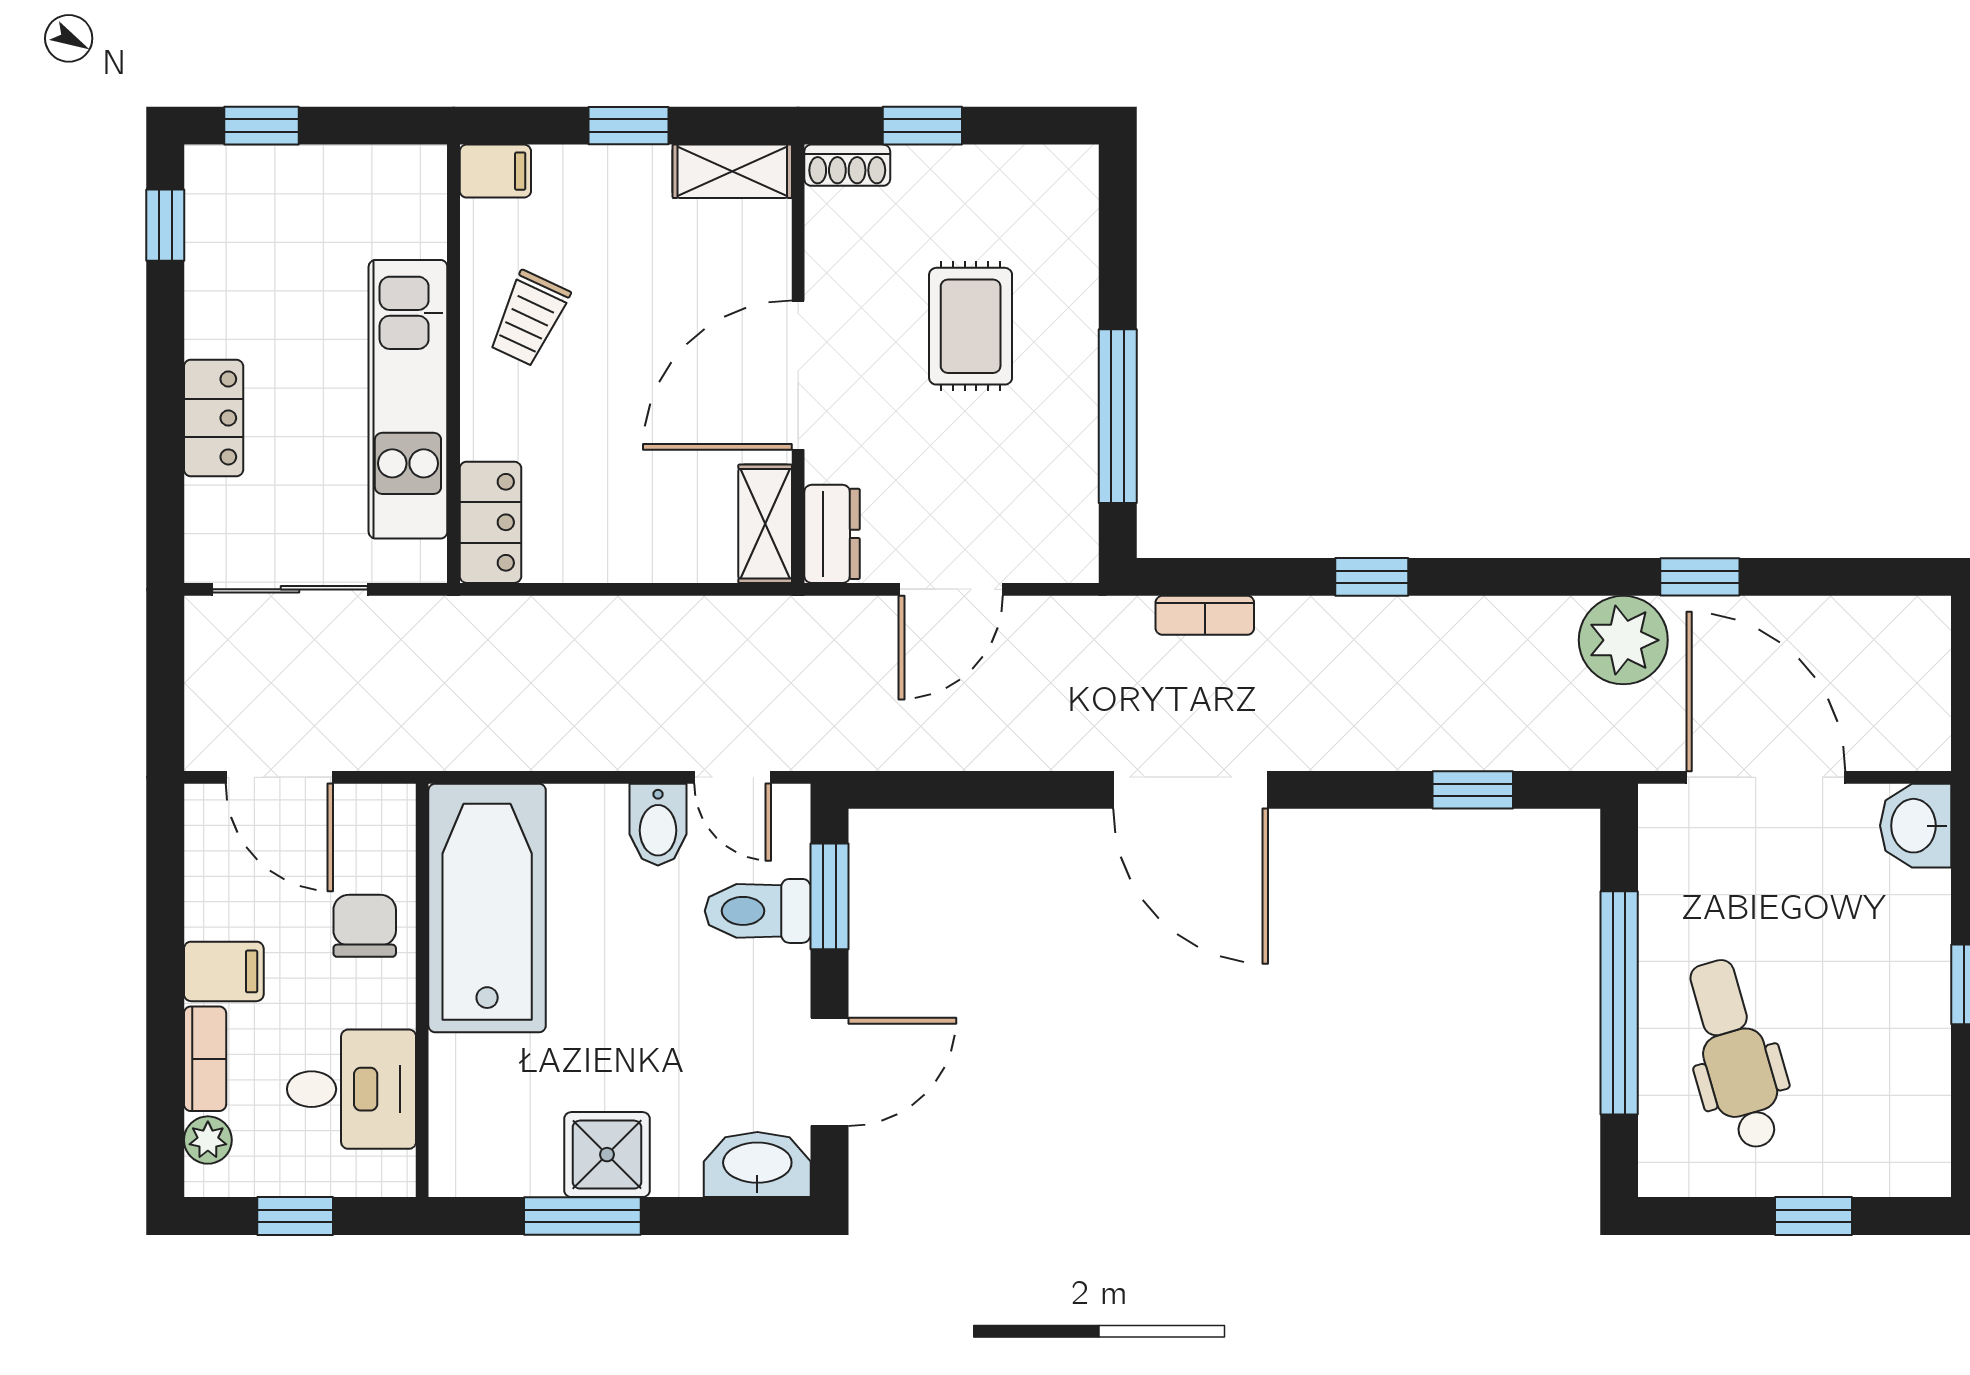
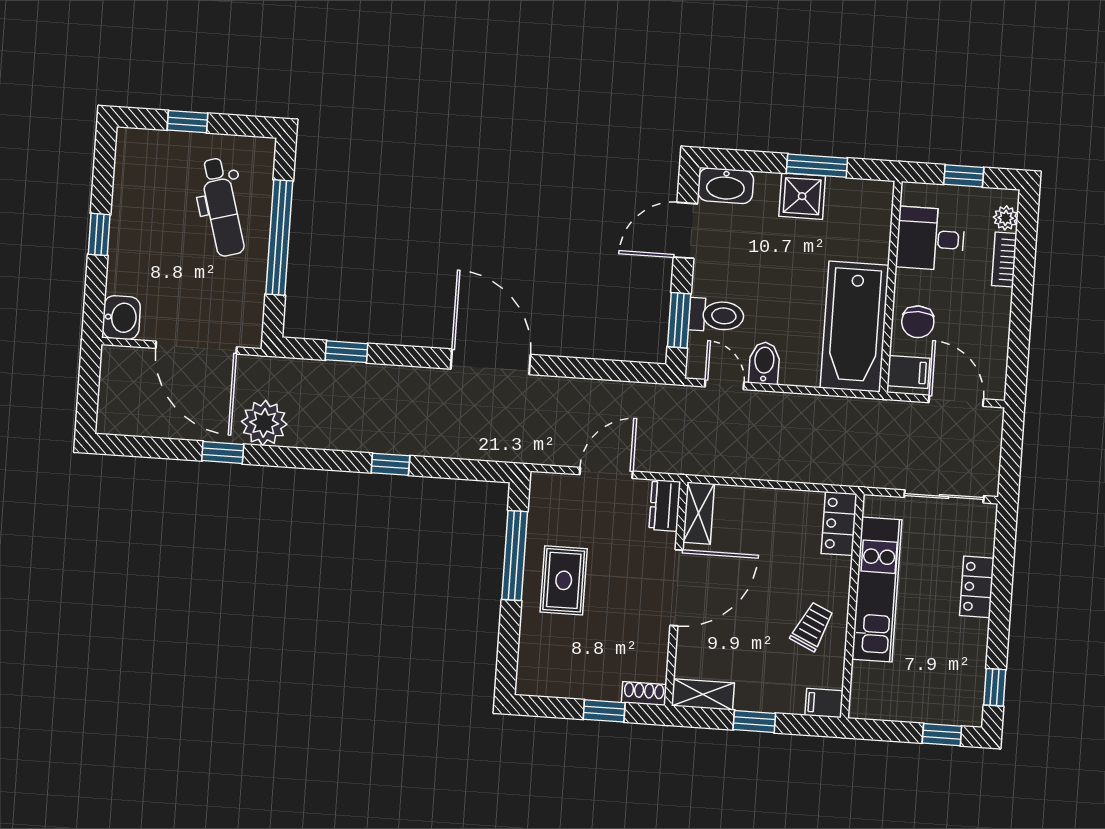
rug: (971, 326) -> (564, 580), moved
bookcase: (1205, 615) -> (477, 451), removed
filing cabinet: (224, 971) -> (908, 372), moved, turned 180

